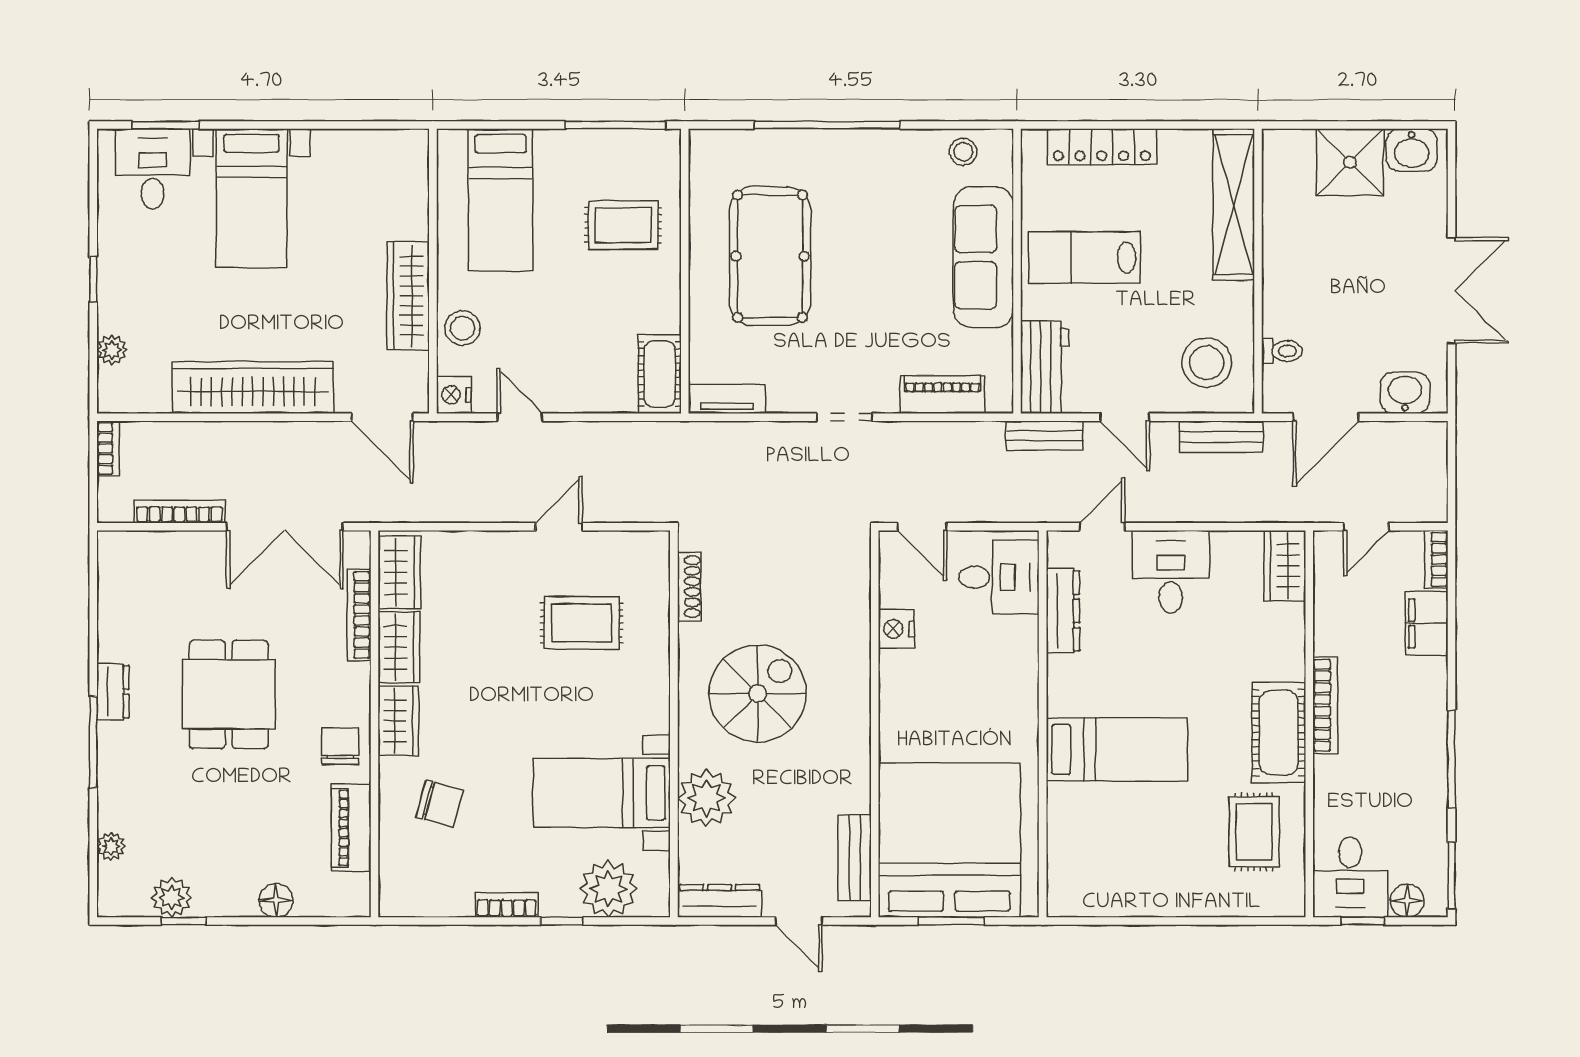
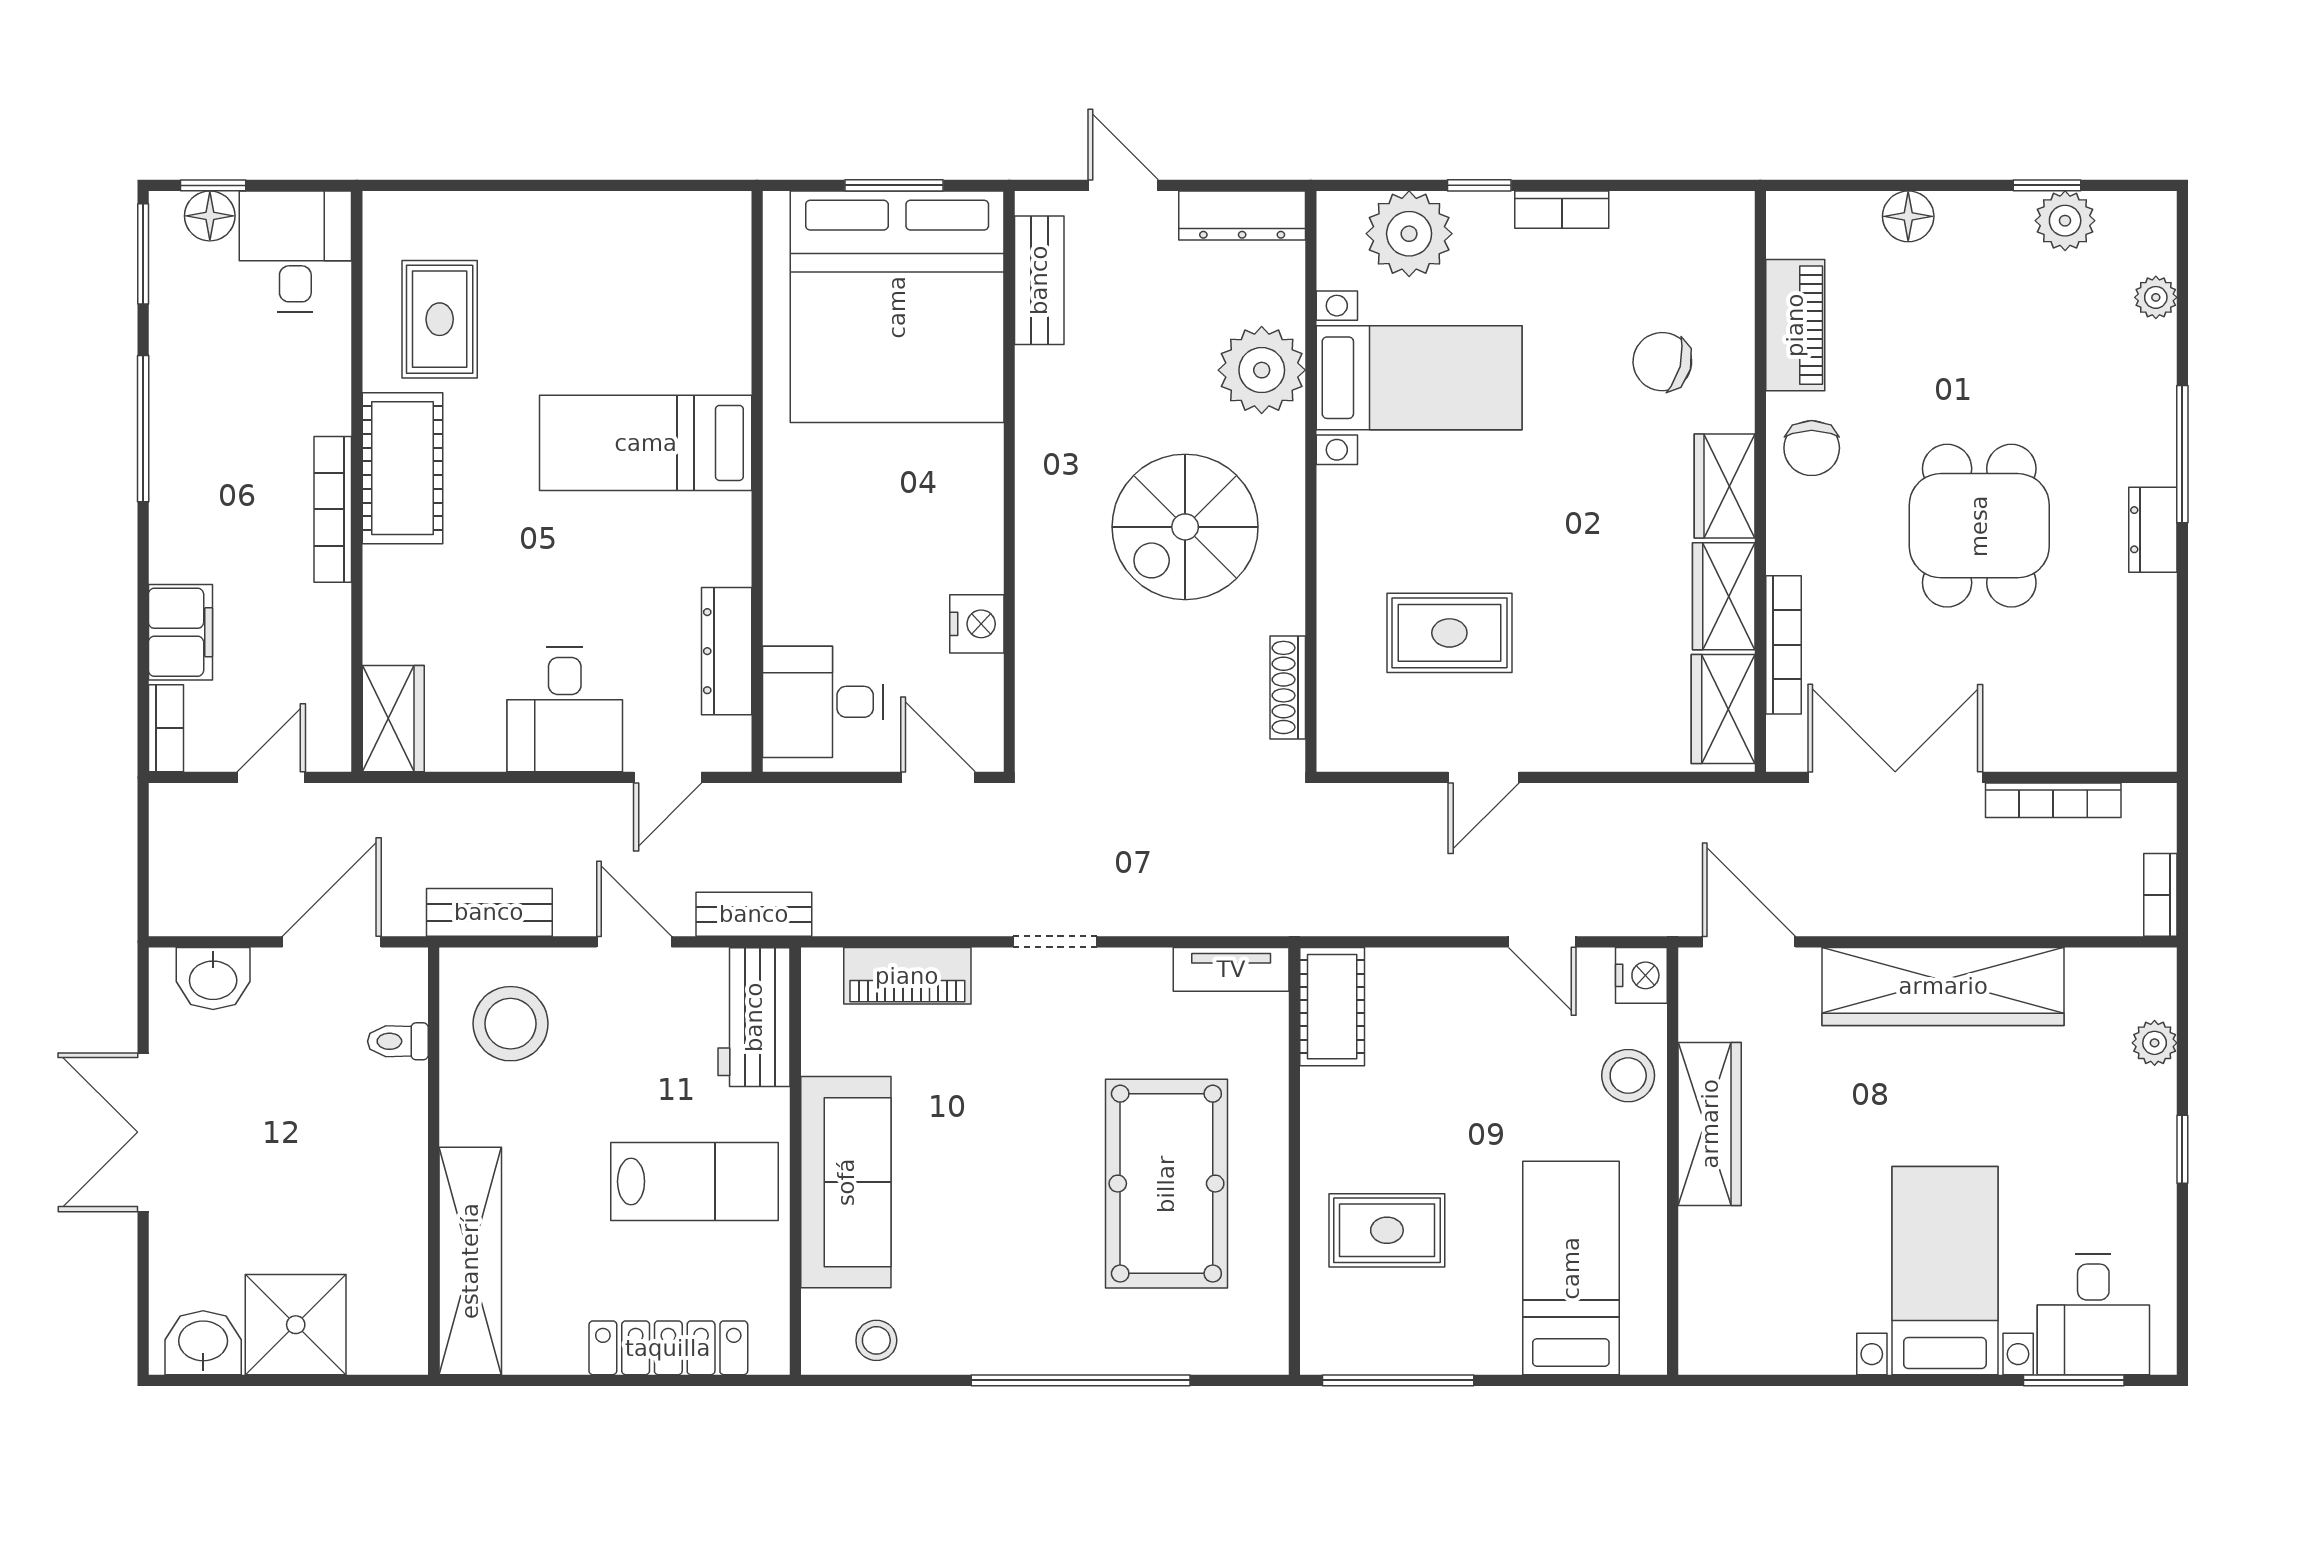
window: (1363, 921) -> (213, 185), moved

